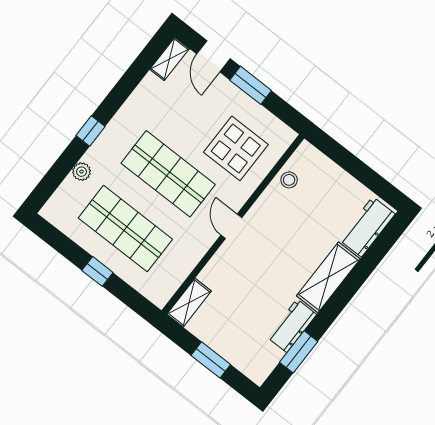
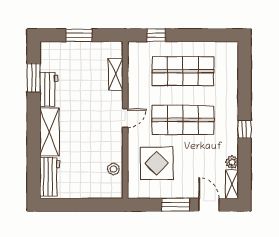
window: (90, 131) -> (245, 129), moved
plant: (82, 172) -> (232, 162), moved
door: (231, 226) -> (125, 118), hinge flipped
window: (97, 271) -> (156, 35), moved
shelving: (189, 303) -> (116, 74), moved

